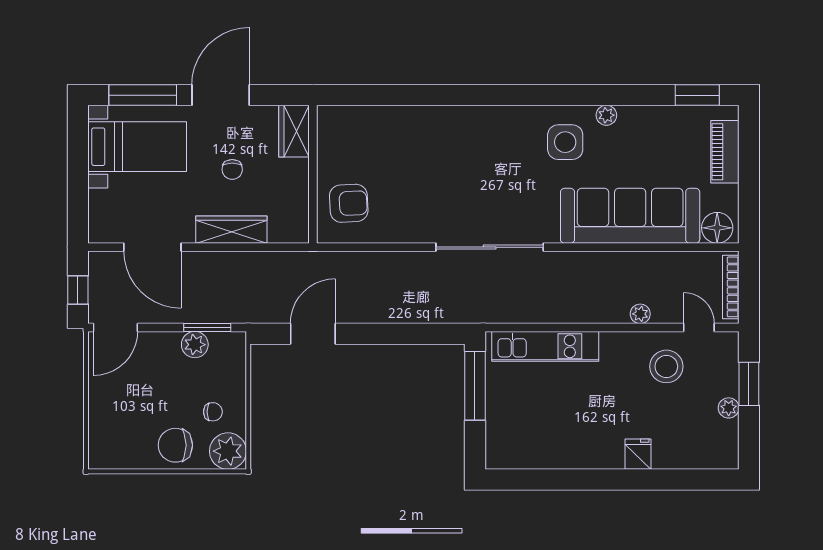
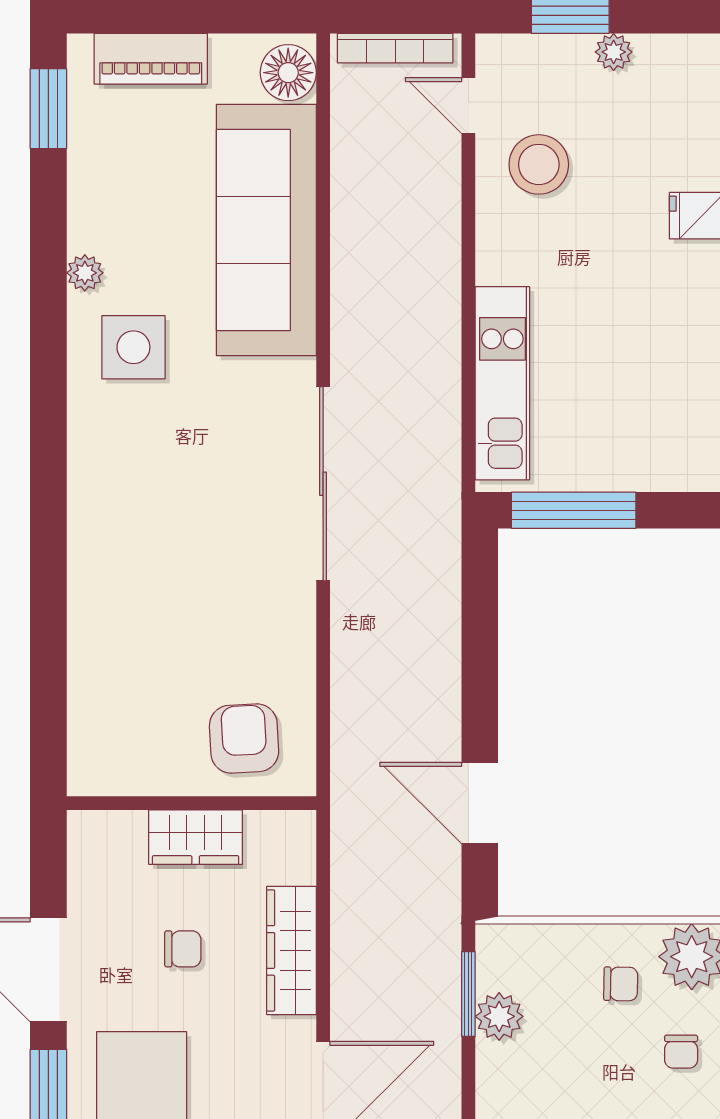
wardrobe: (294, 131) -> (196, 837), moved
plant: (640, 314) -> (444, 212), removed
door: (699, 327) -> (468, 106), hinge flipped
chair: (213, 412) -> (621, 984), turned 91
chair: (175, 445) -> (681, 1052), width x0.54, depth x0.54

